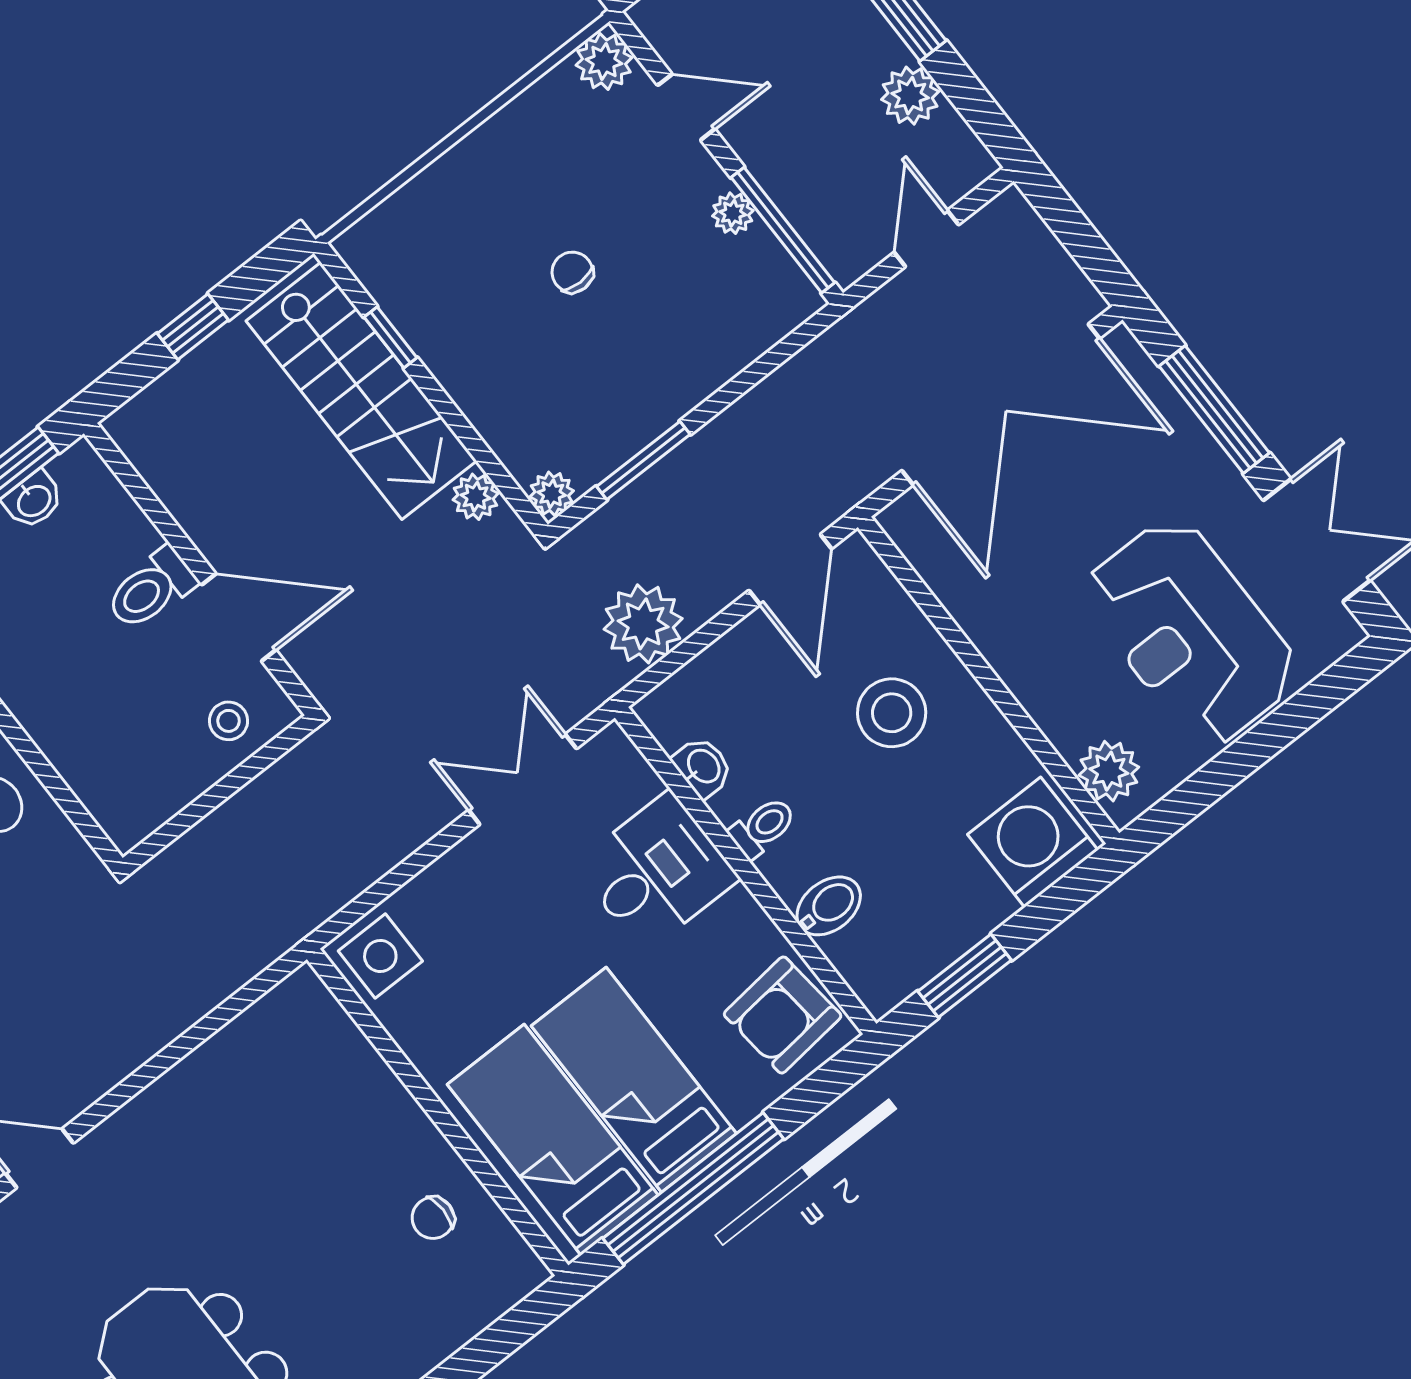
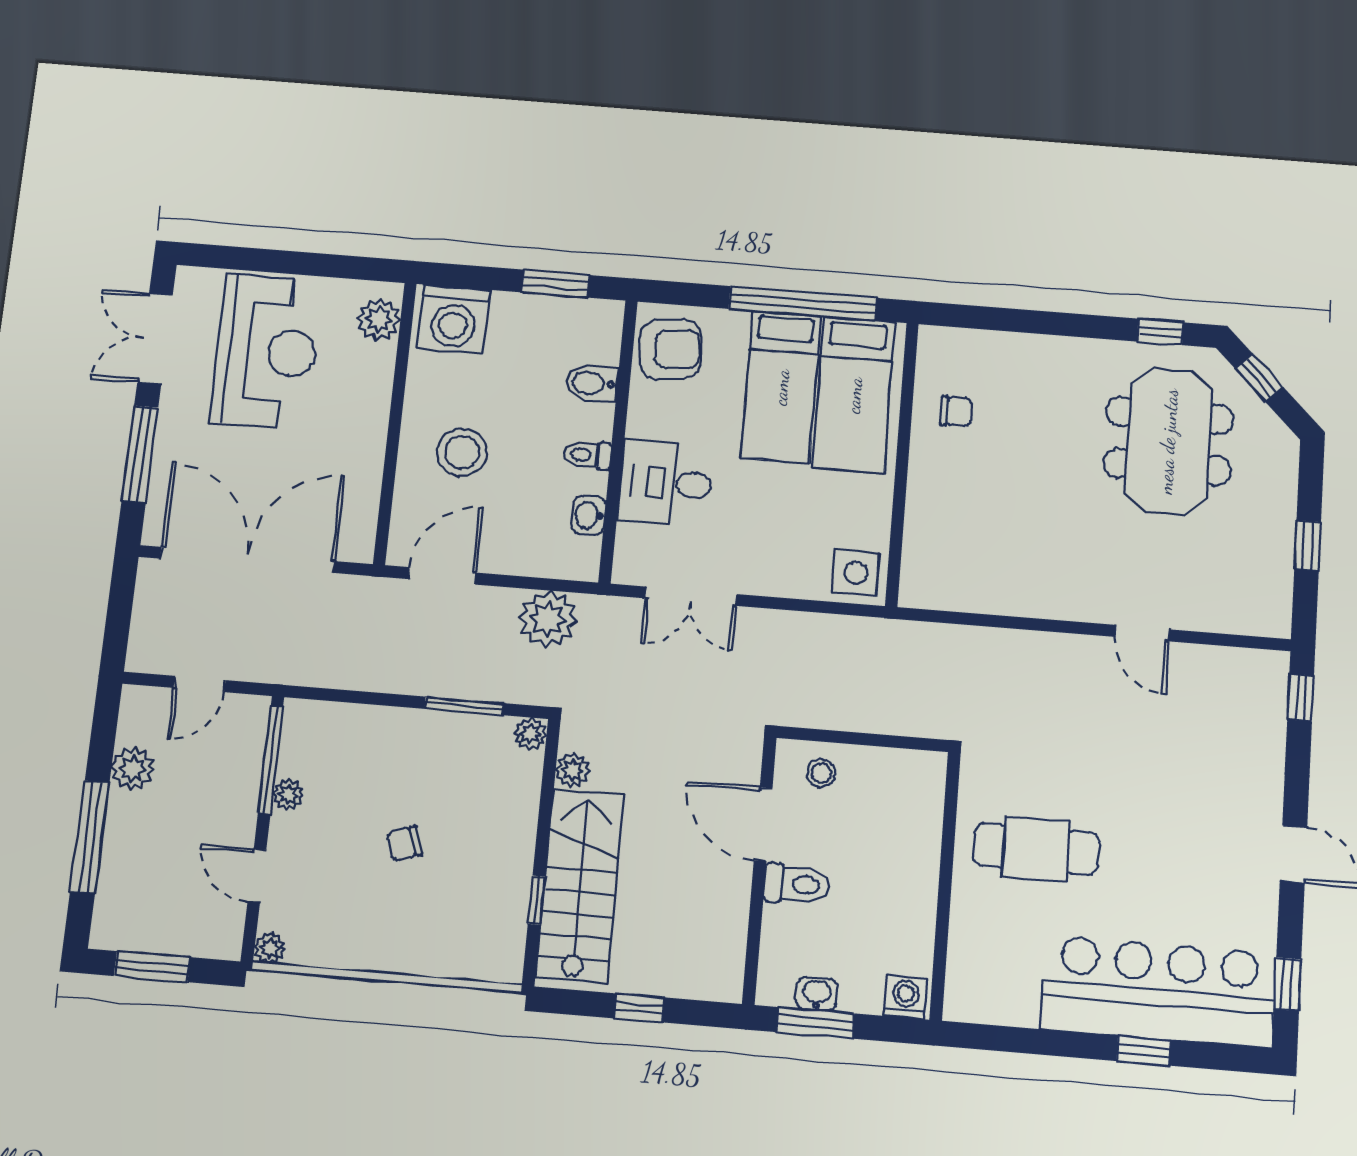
plant: (604, 61) -> (270, 948), width x0.73, depth x0.73
chair: (572, 272) -> (404, 843), turned 71

